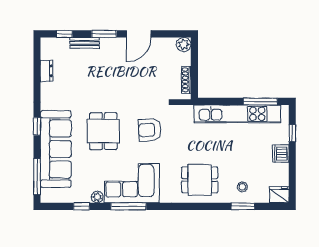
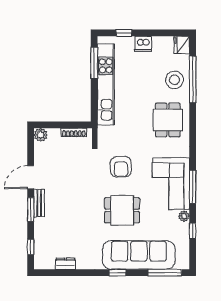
door: (139, 34) -> (31, 177), swing flipped
bench: (85, 43) -> (39, 203), moved
stool: (242, 187) -> (174, 80), width x1.89, depth x1.89
window: (243, 206) -> (193, 79), width x2.11

